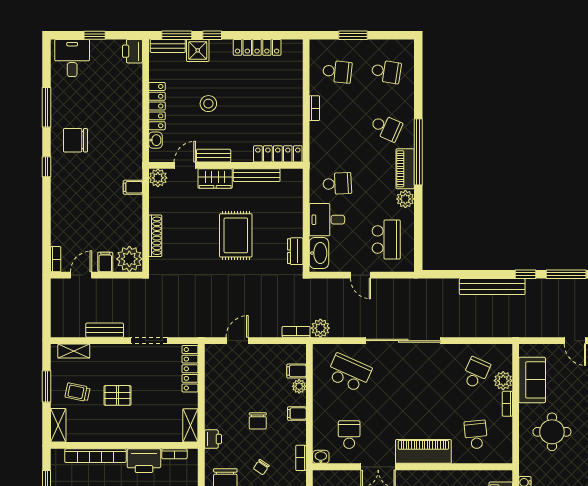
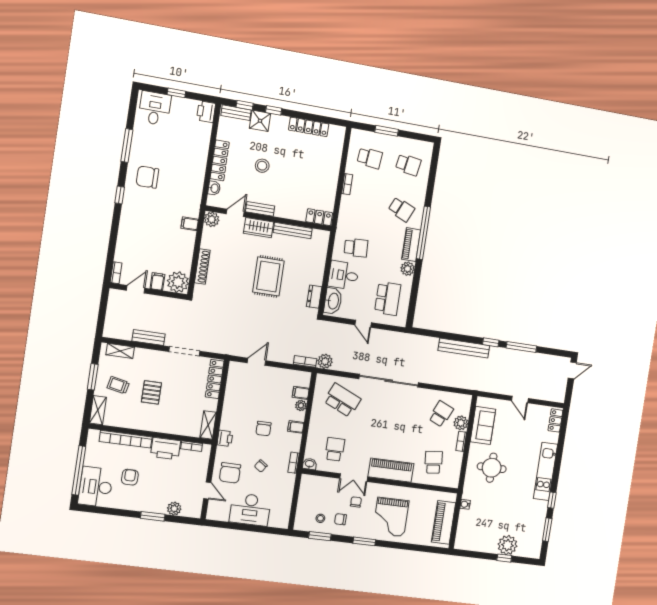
window: (177, 35) -> (245, 105), width x0.67
locker: (278, 154) -> (319, 217), width x0.66
pallet: (117, 395) -> (151, 392), turned 90

